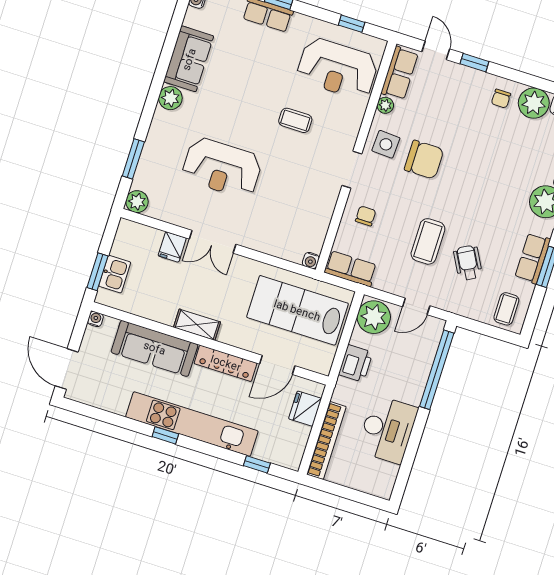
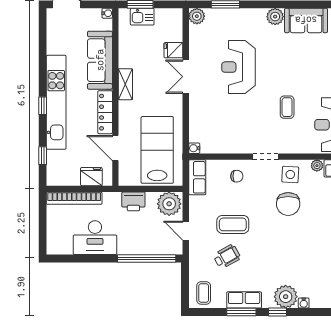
coffee table: (506, 309) -> (204, 293), turned 90
window: (165, 435) -> (43, 106), moved

